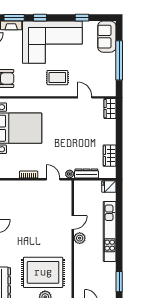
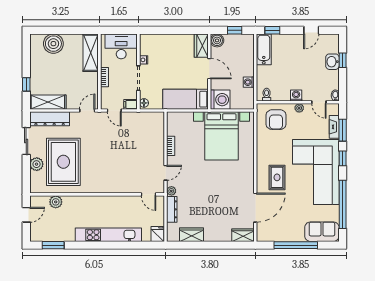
window: (82, 18) -> (343, 204), width x3.17
door: (85, 97) -> (255, 208), width x1.88
door: (73, 222) -> (149, 194), moved
plant: (80, 238) -> (56, 202), moved

